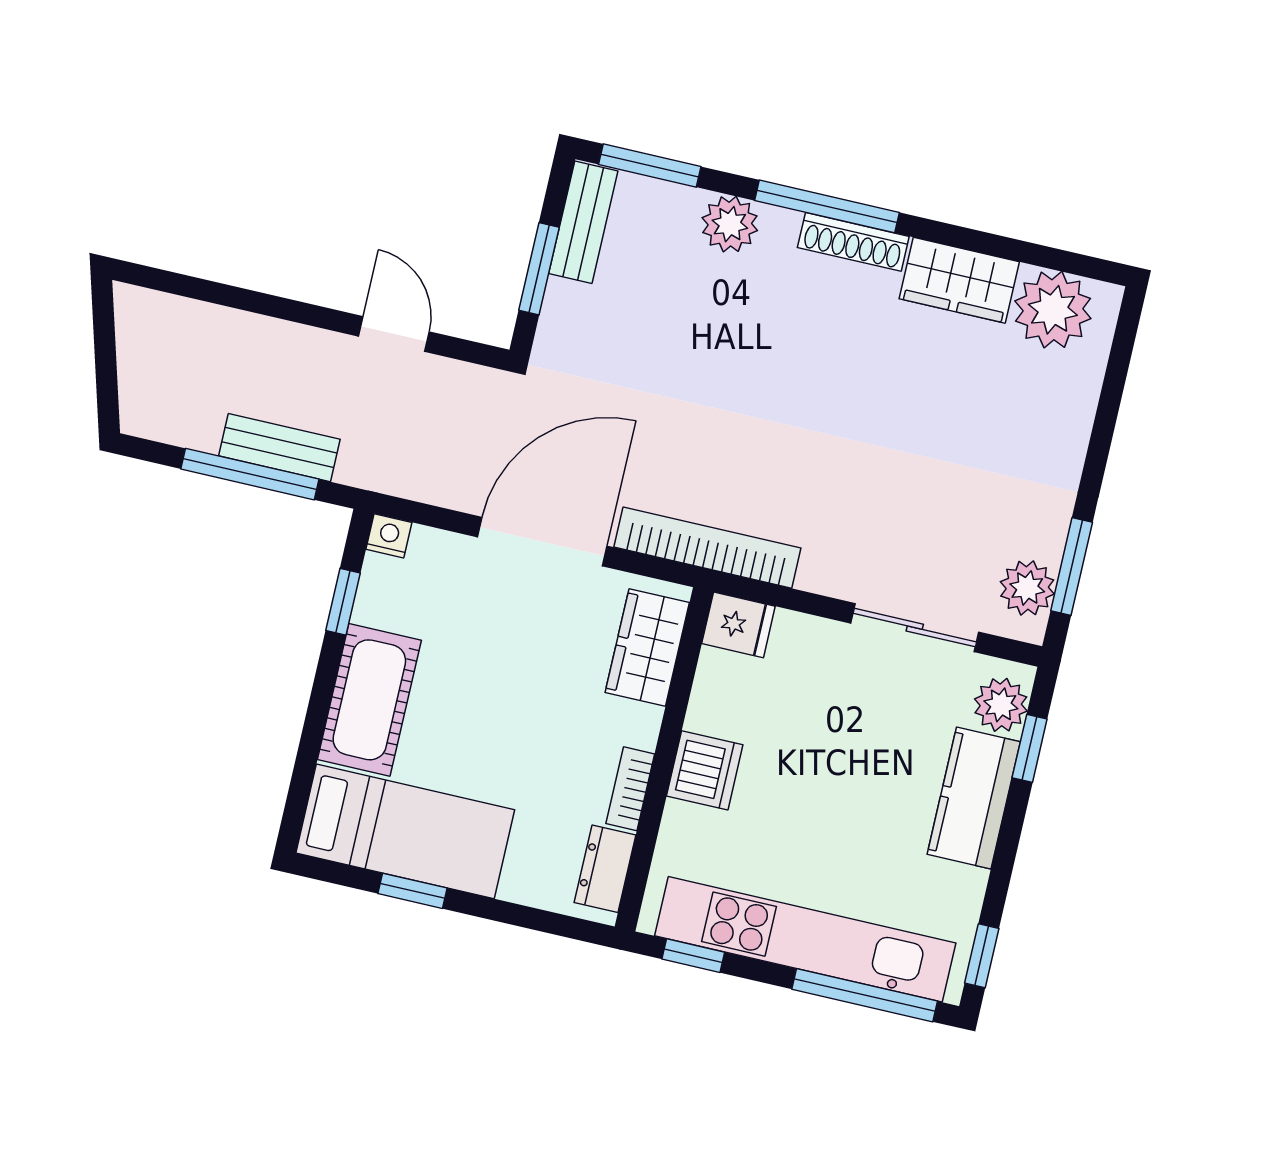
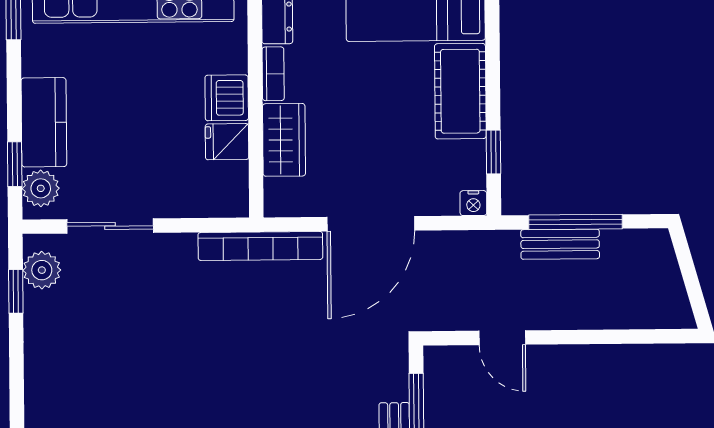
window: (1072, 567) -> (16, 291), width x0.67
fridge: (738, 625) -> (227, 142), moved
wardrobe: (647, 648) -> (284, 140), moved

